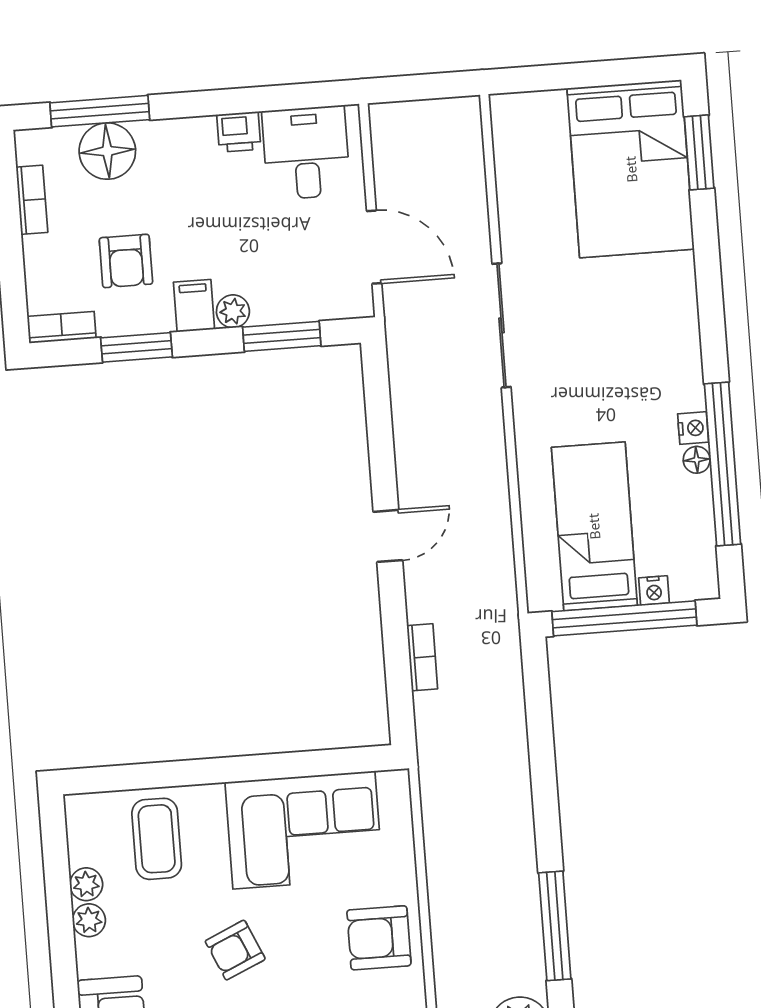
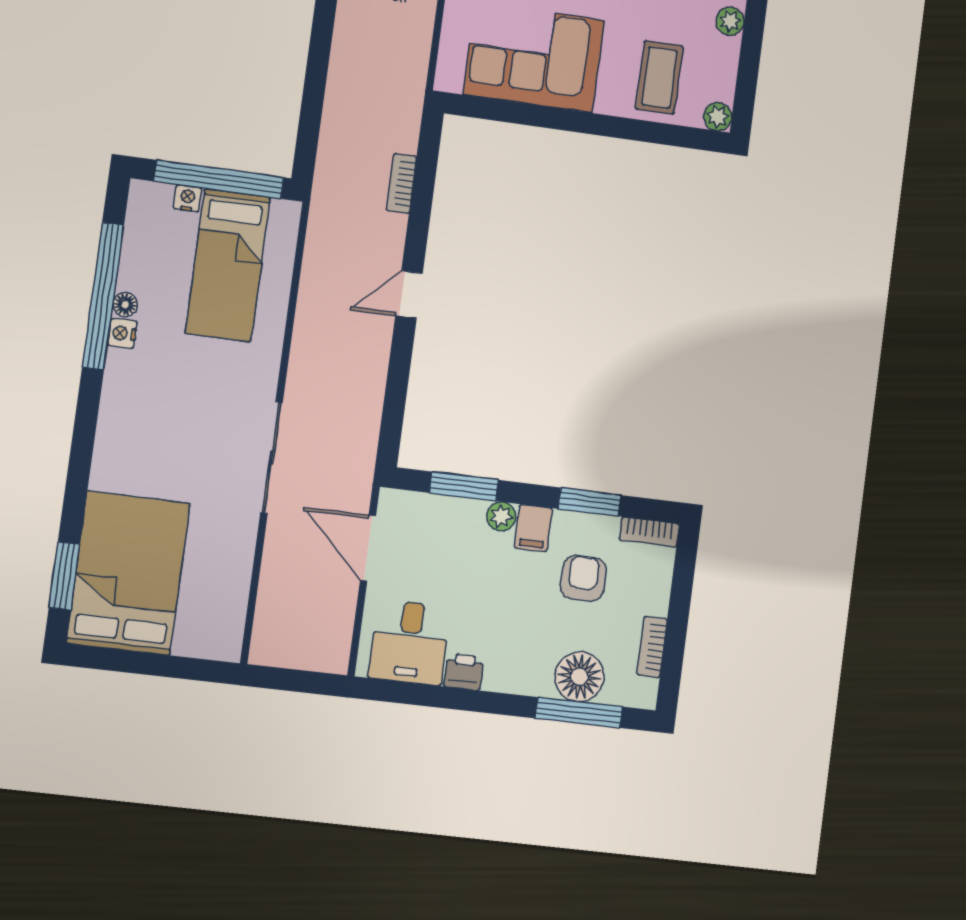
plant: (86, 884) -> (718, 117), moved

